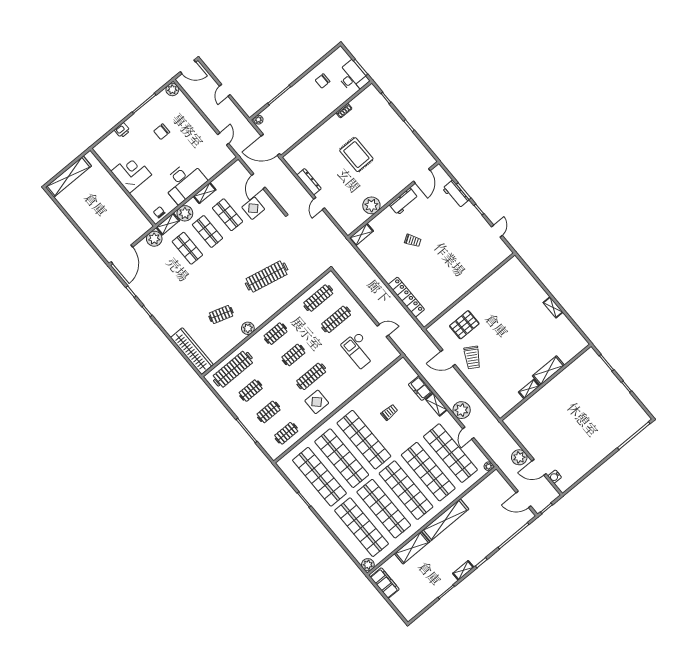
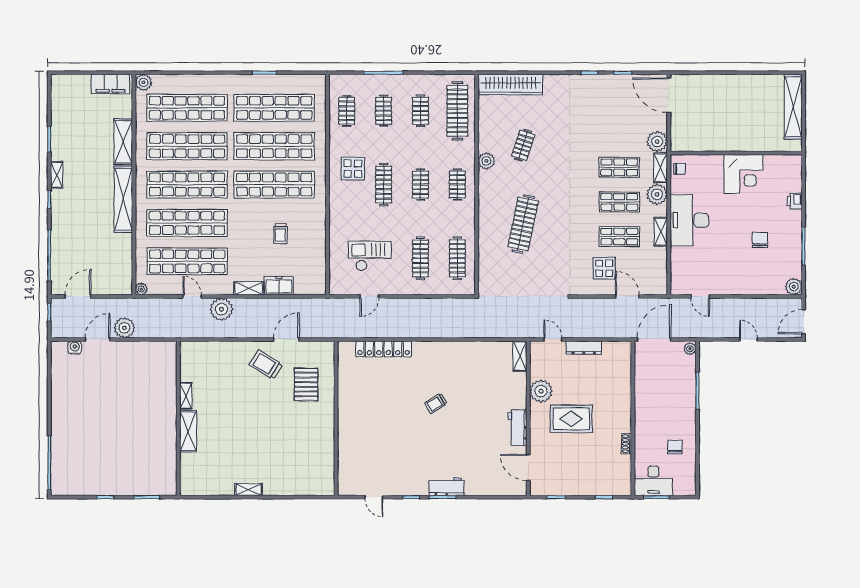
door: (422, 176) -> (528, 468), moved
wall: (393, 200) -> (528, 418), moved
workbench: (404, 201) -> (518, 427), moved
plant: (371, 205) -> (541, 391), moved
shelving: (361, 235) -> (520, 356), moved

